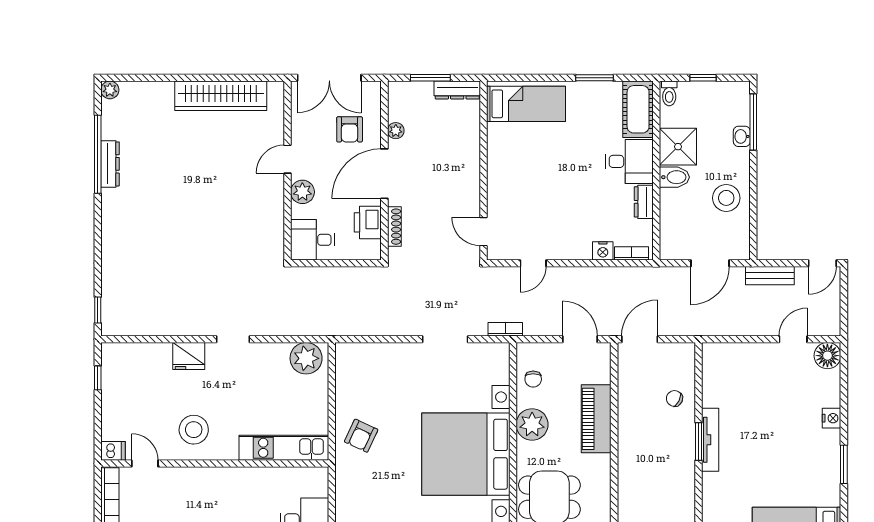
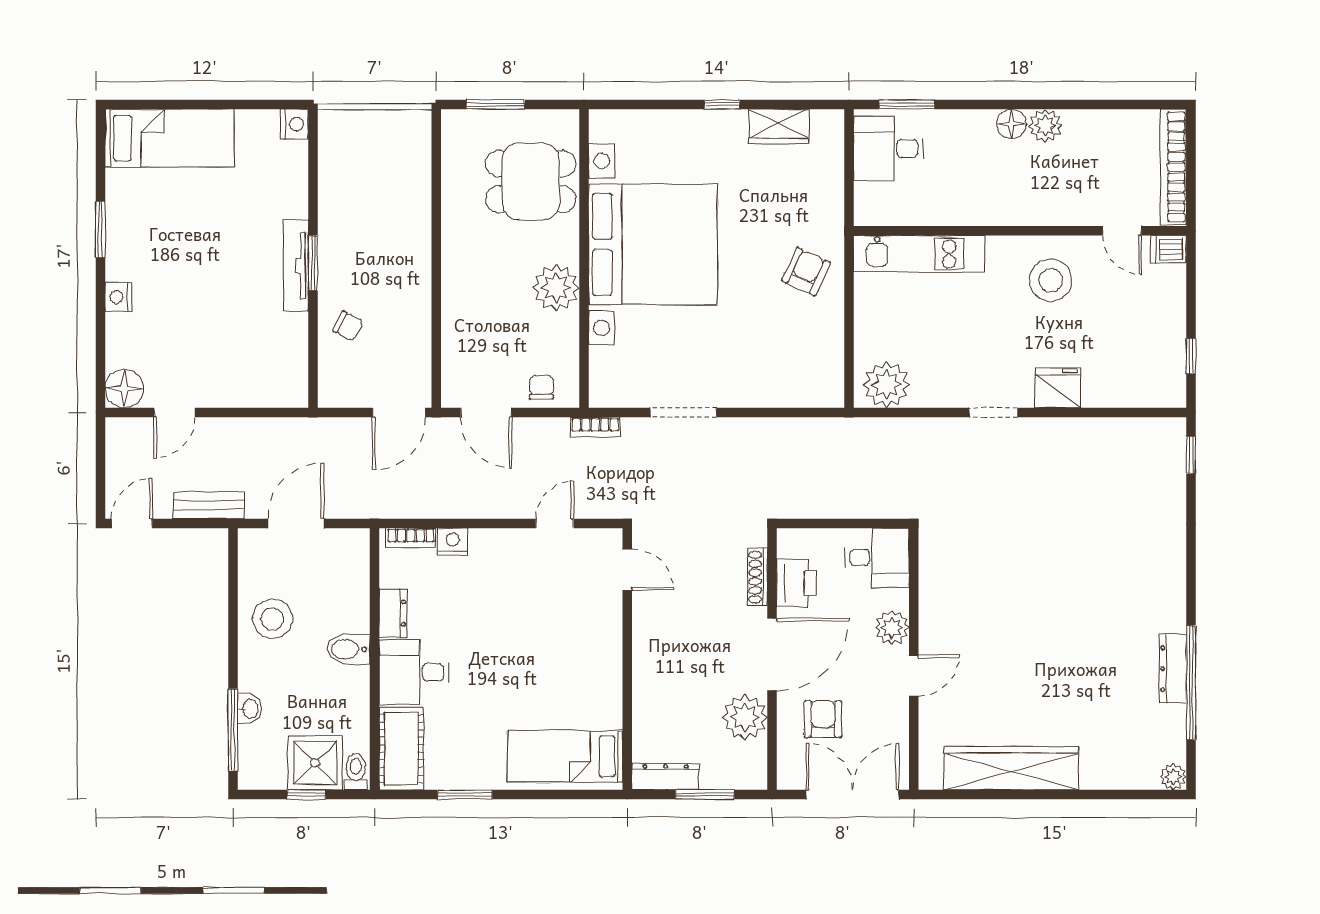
plant: (396, 131) -> (745, 717), width x1.87, depth x1.87
shower: (678, 147) -> (315, 763), moved
chair: (533, 379) -> (541, 387), moved
piano: (596, 419) -> (463, 296), removed

